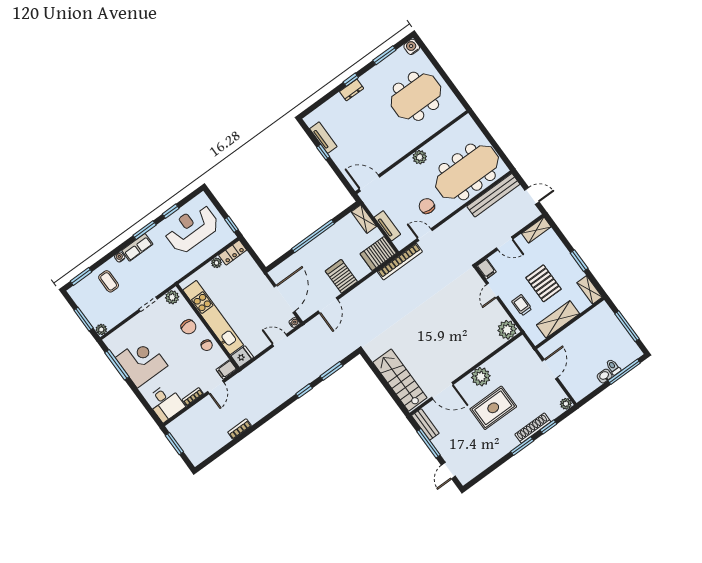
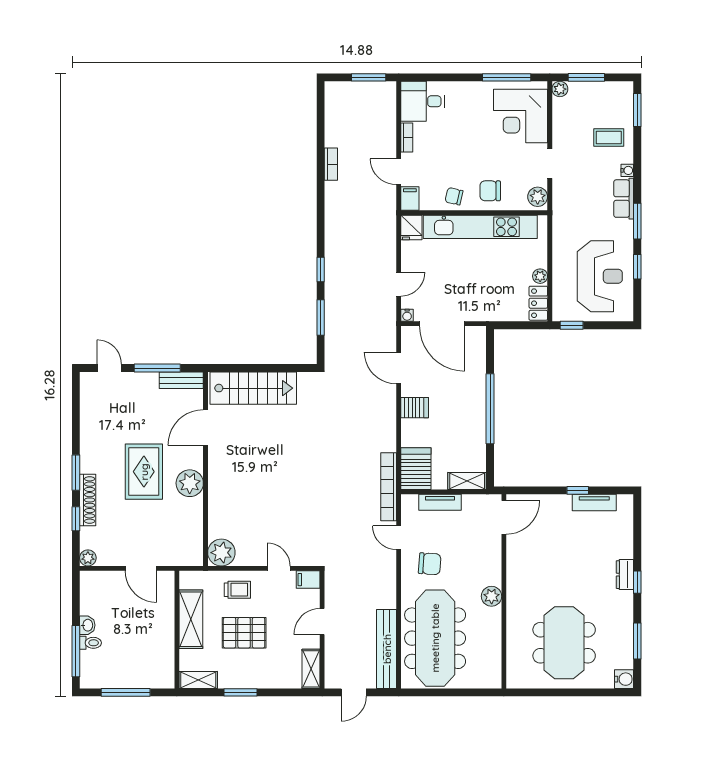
door: (425, 235) -> (399, 538), swing flipped
server rack: (341, 276) -> (415, 408), width x0.73, depth x0.70
corner desk: (142, 362) -> (521, 116), moved, turned 90

